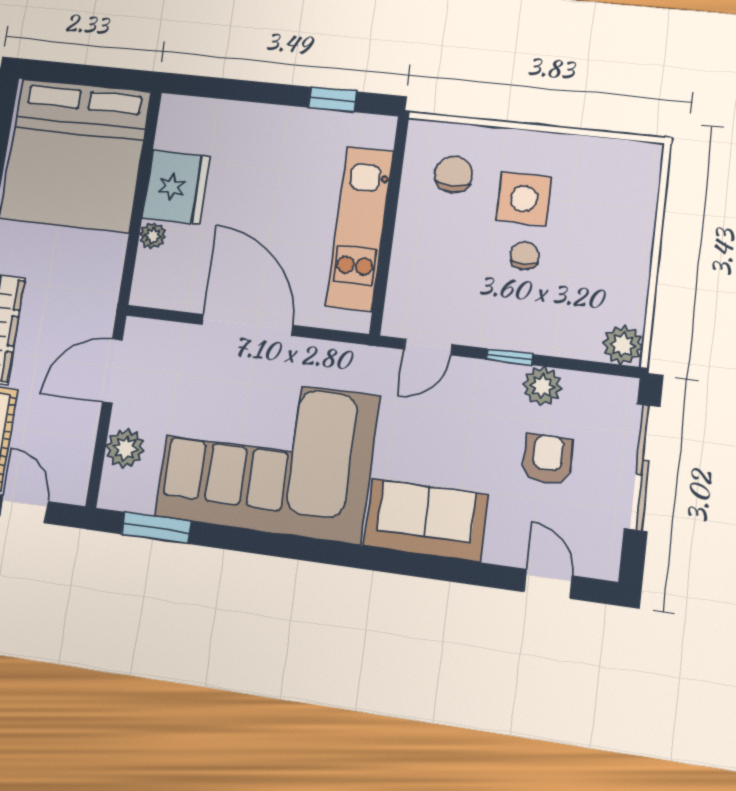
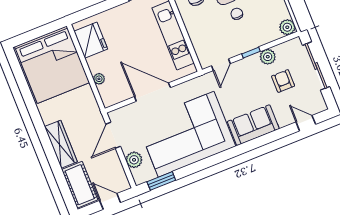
fridge: (176, 187) -> (91, 40), moved

